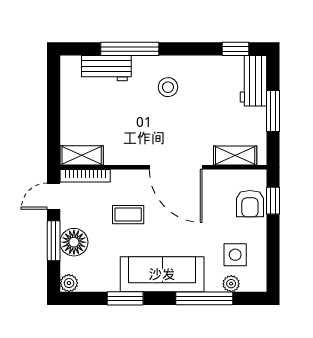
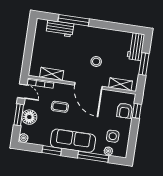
window: (235, 49) -> (129, 28), removed
stool: (168, 87) -> (96, 61), moved
shelving: (82, 155) -> (52, 74), moved
door: (54, 196) -> (22, 91), swing flipped

